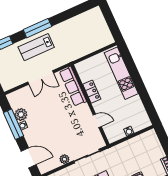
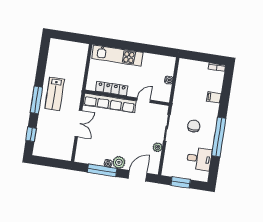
lab bench: (36, 47) -> (55, 94), moved
row of seats: (73, 86) -> (110, 103), width x1.36
locker: (92, 92) -> (112, 88), width x1.53
plant: (21, 115) -> (119, 162), moved

